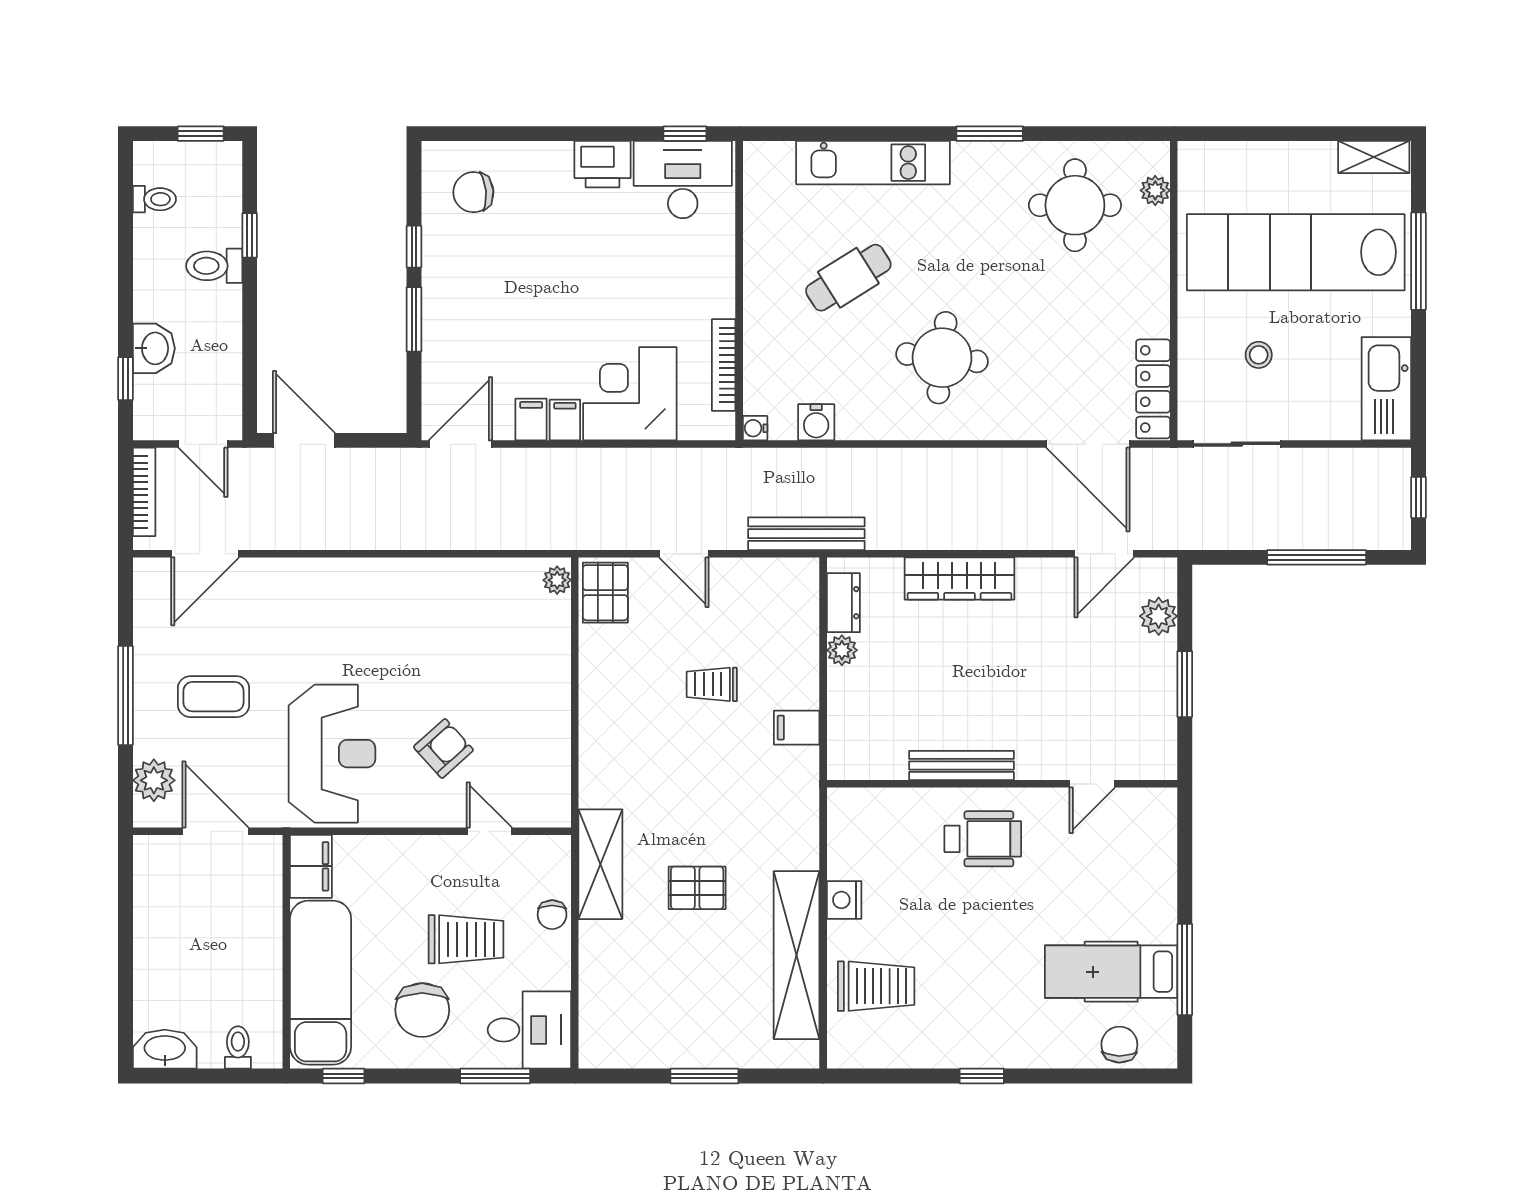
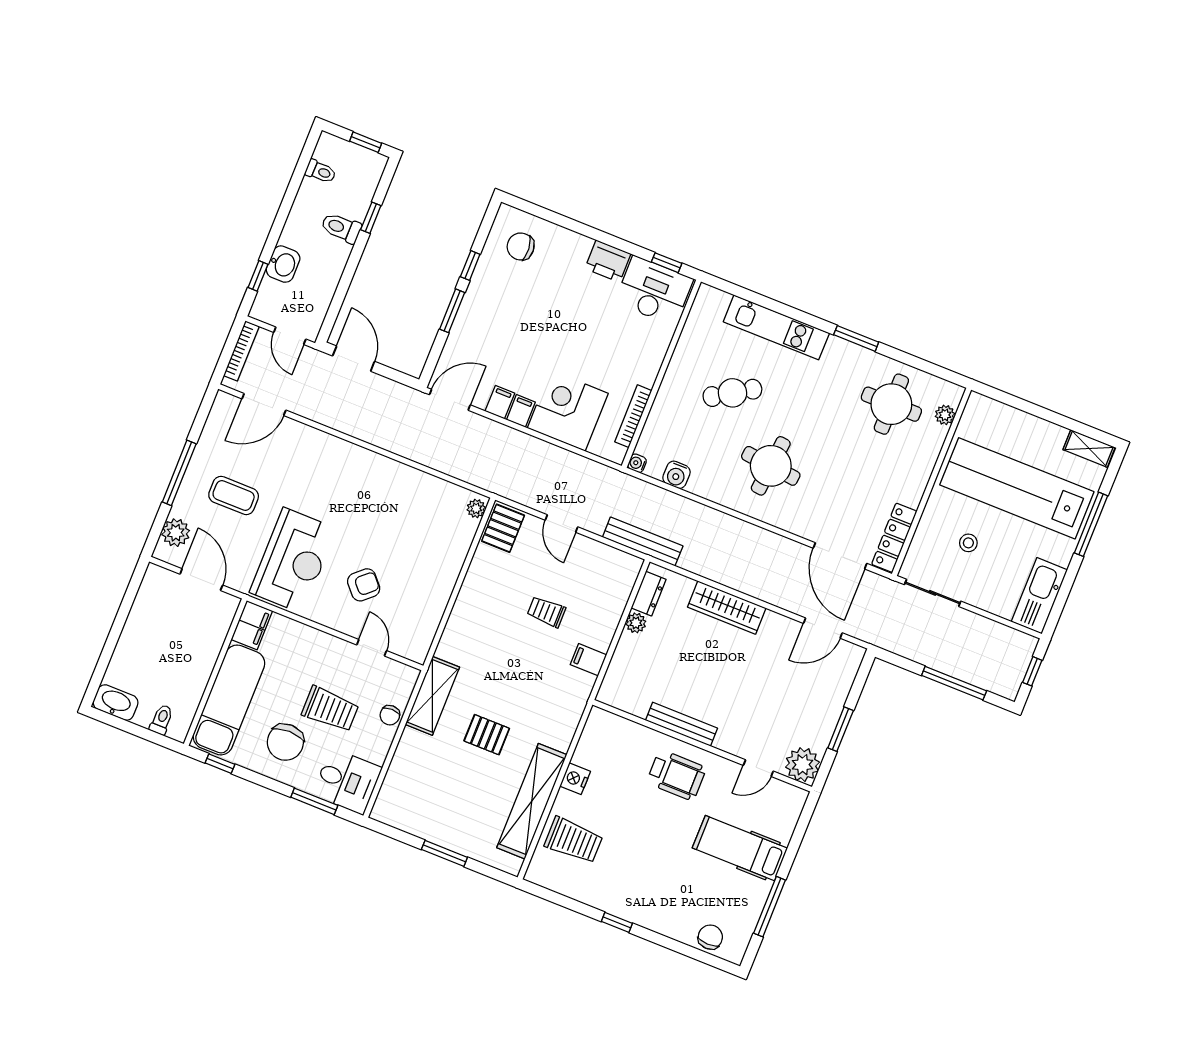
plant: (1159, 616) -> (803, 765), moved, width x1.36, depth x1.36
hospital bed: (1111, 972) -> (740, 848), moved

